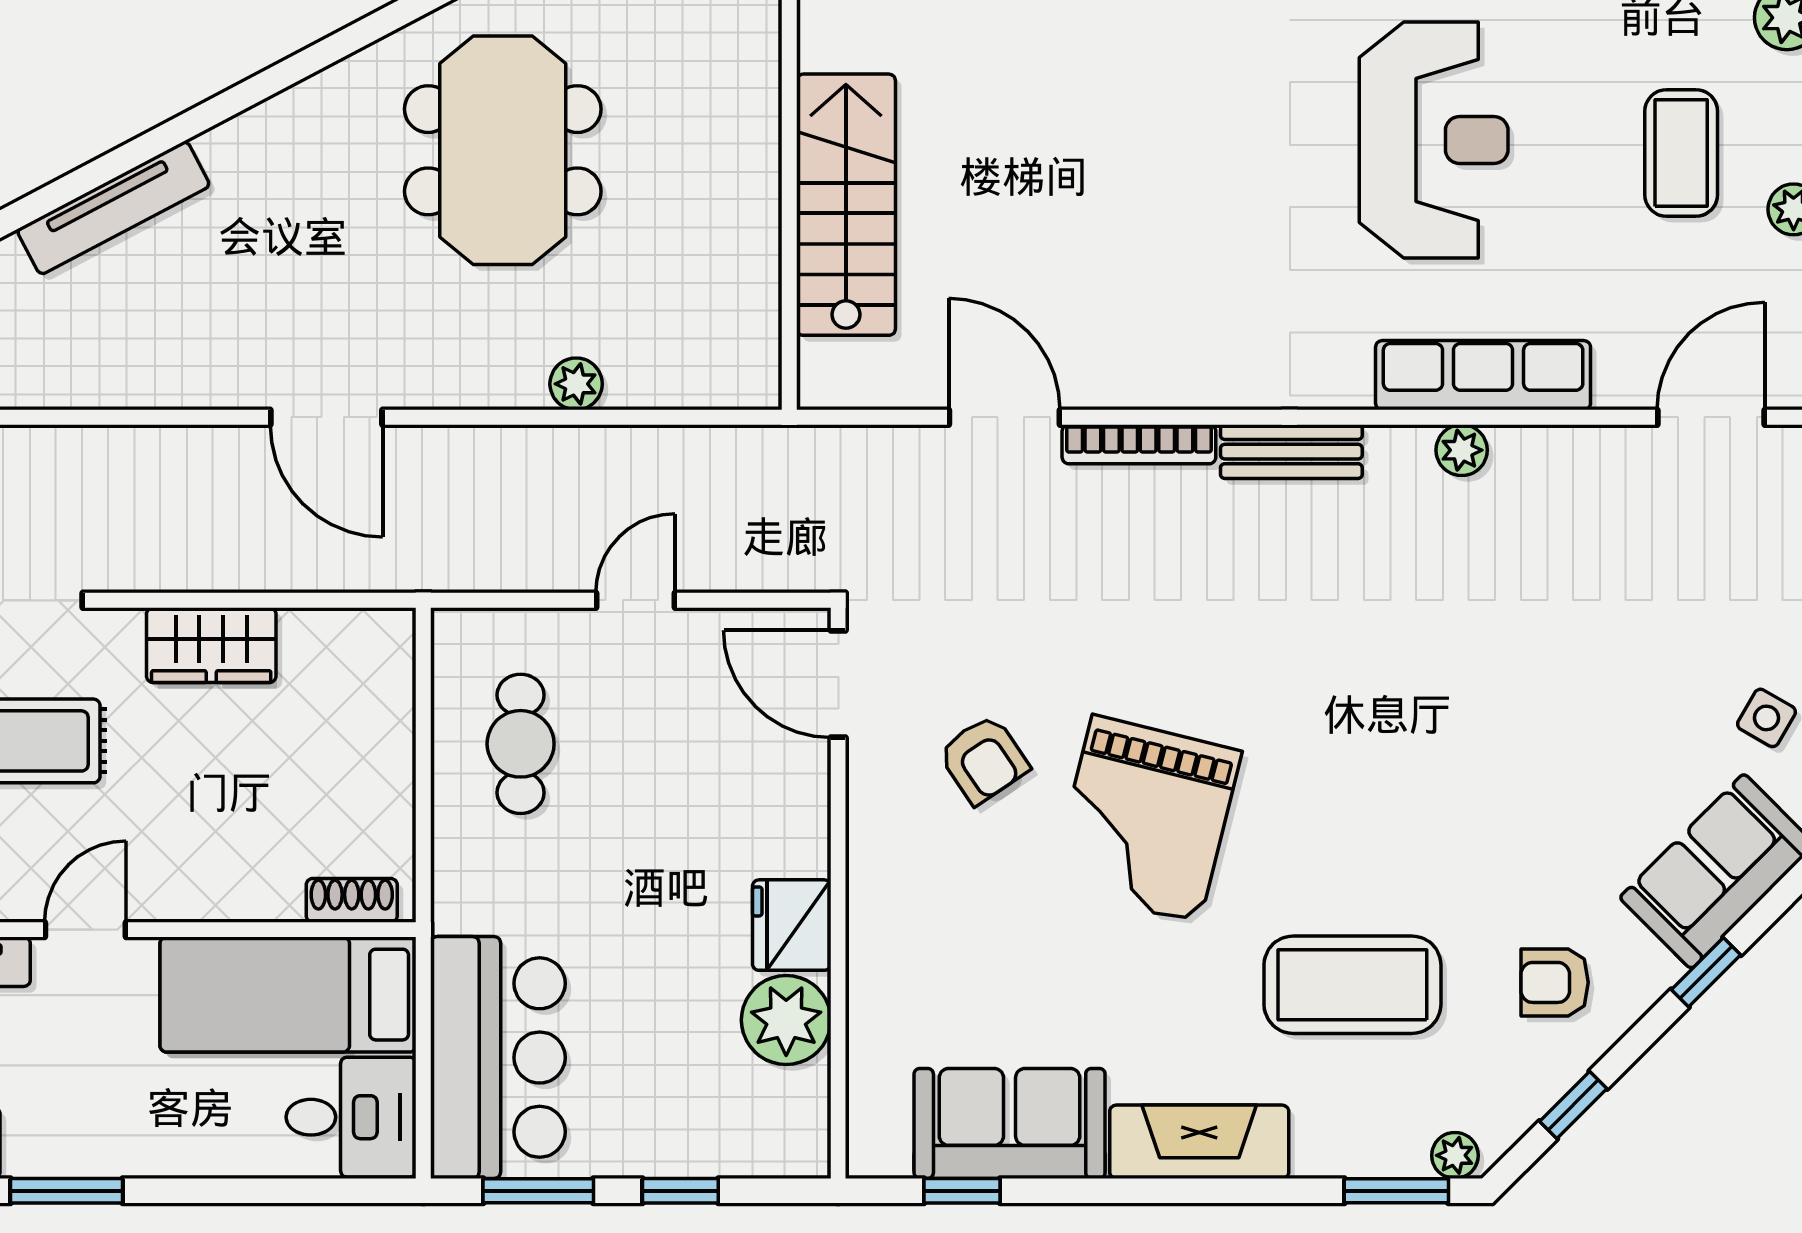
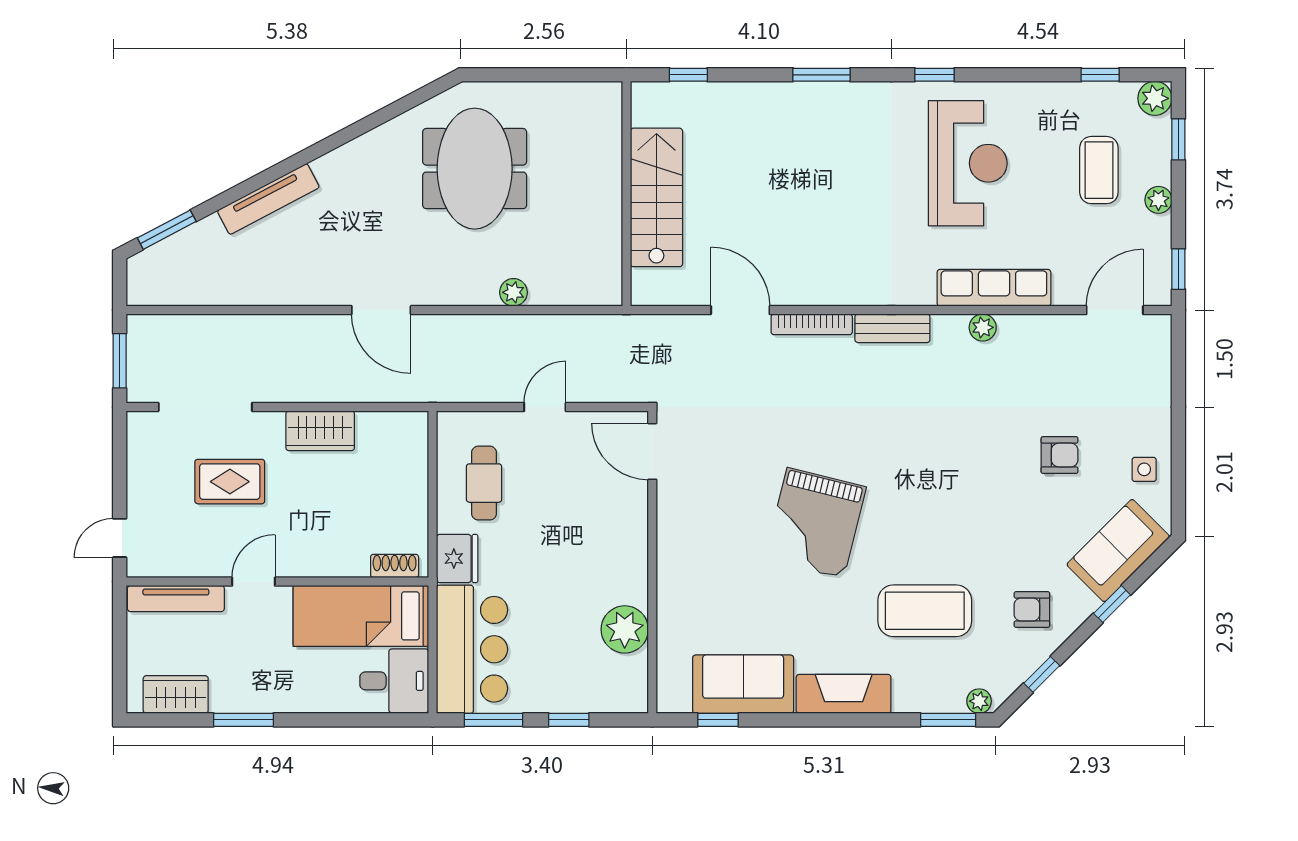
side table: (1766, 718) -> (1144, 469), turned -30
armchair: (984, 759) -> (1060, 455), moved, turned -56
fridge: (792, 925) -> (457, 558), moved, turned 180

